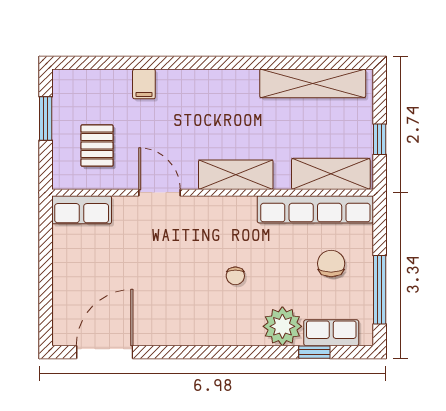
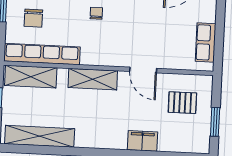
filing cabinet: (144, 84) -> (142, 141), width x2.00
pallet: (97, 146) -> (182, 103), turned 90
row of seats: (82, 210) -> (206, 42), moved, turned -90

